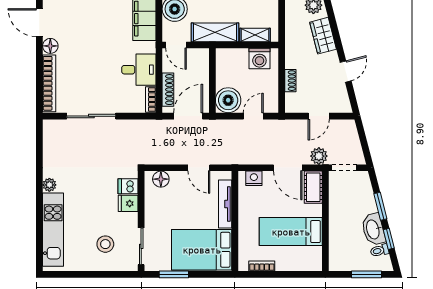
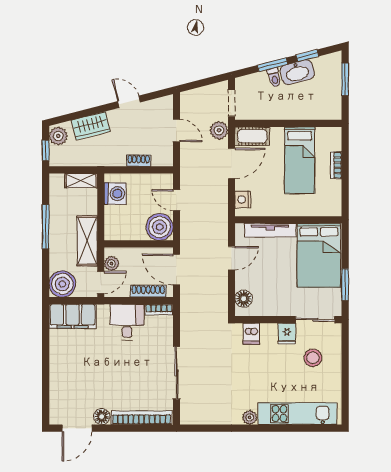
shelving: (255, 35) -> (81, 181), moved, turned 90
plant: (194, 55) -> (111, 264), added
fridge: (128, 203) -> (287, 334), moved
toilet: (379, 251) -> (274, 77), moved
bookcase: (262, 266) -> (336, 165), moved

